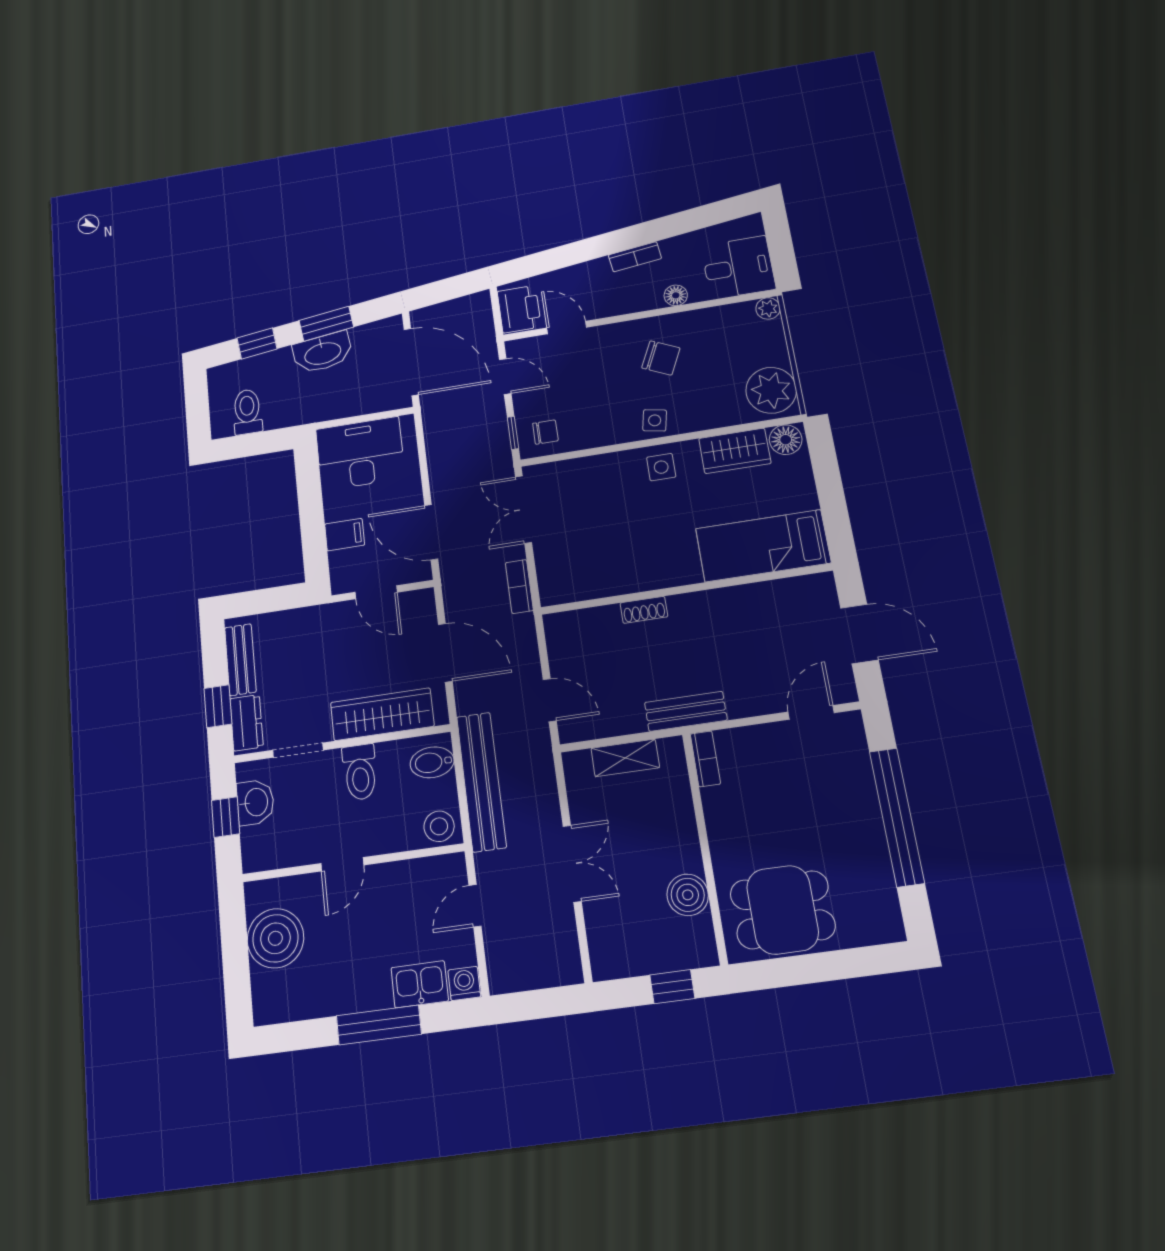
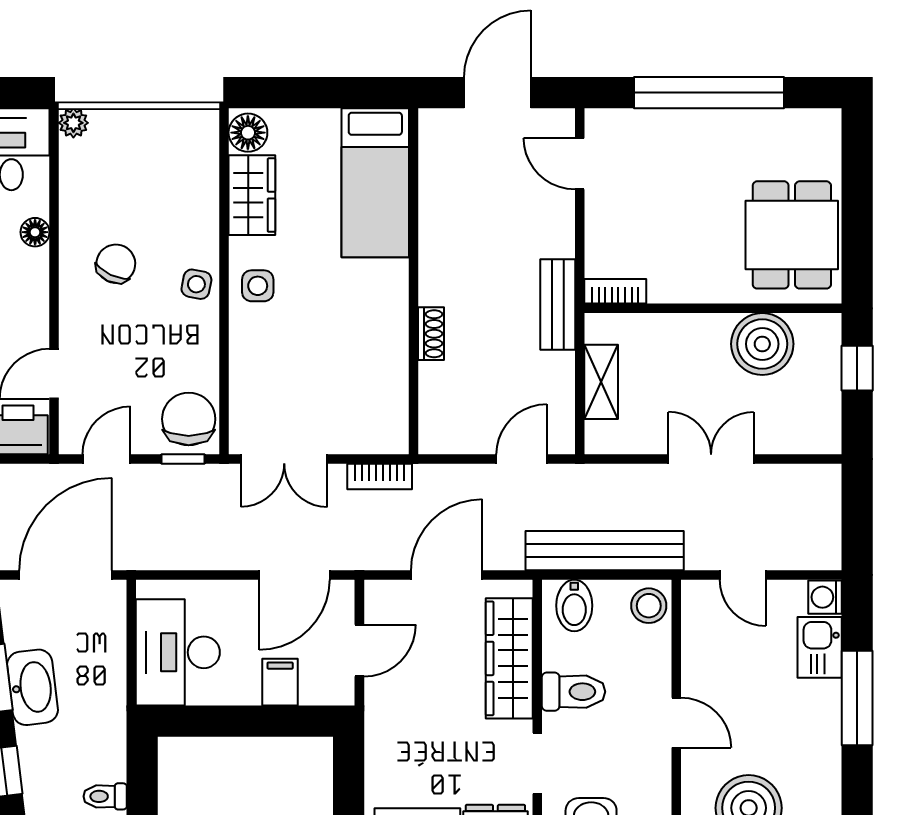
plant: (771, 390) -> (182, 138), removed
toilet: (247, 412) -> (105, 796), width x0.73, depth x0.72
chair: (545, 432) -> (189, 419), width x1.87, depth x1.87
boiler: (688, 895) -> (762, 344), width x1.37, depth x1.37

